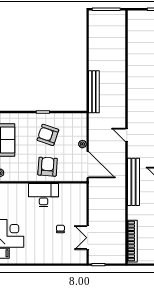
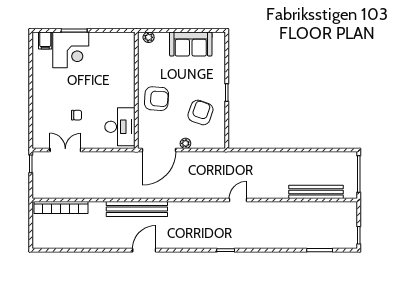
bench: (94, 92) -> (316, 192), moved
armchair: (48, 135) -> (200, 112), moved
door: (127, 135) -> (238, 200), moved
desk: (44, 195) -> (120, 127), moved

